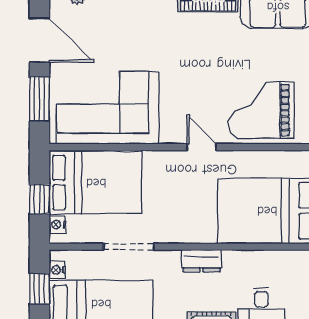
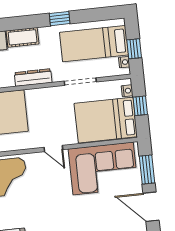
door: (202, 147) -> (53, 148), moved
dresser: (202, 261) -> (33, 78), width x1.44

